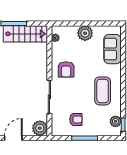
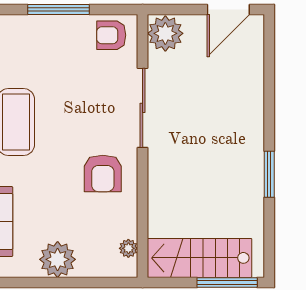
armchair: (66, 69) -> (103, 173), turned 180
armchair: (76, 119) -> (111, 35), moved

